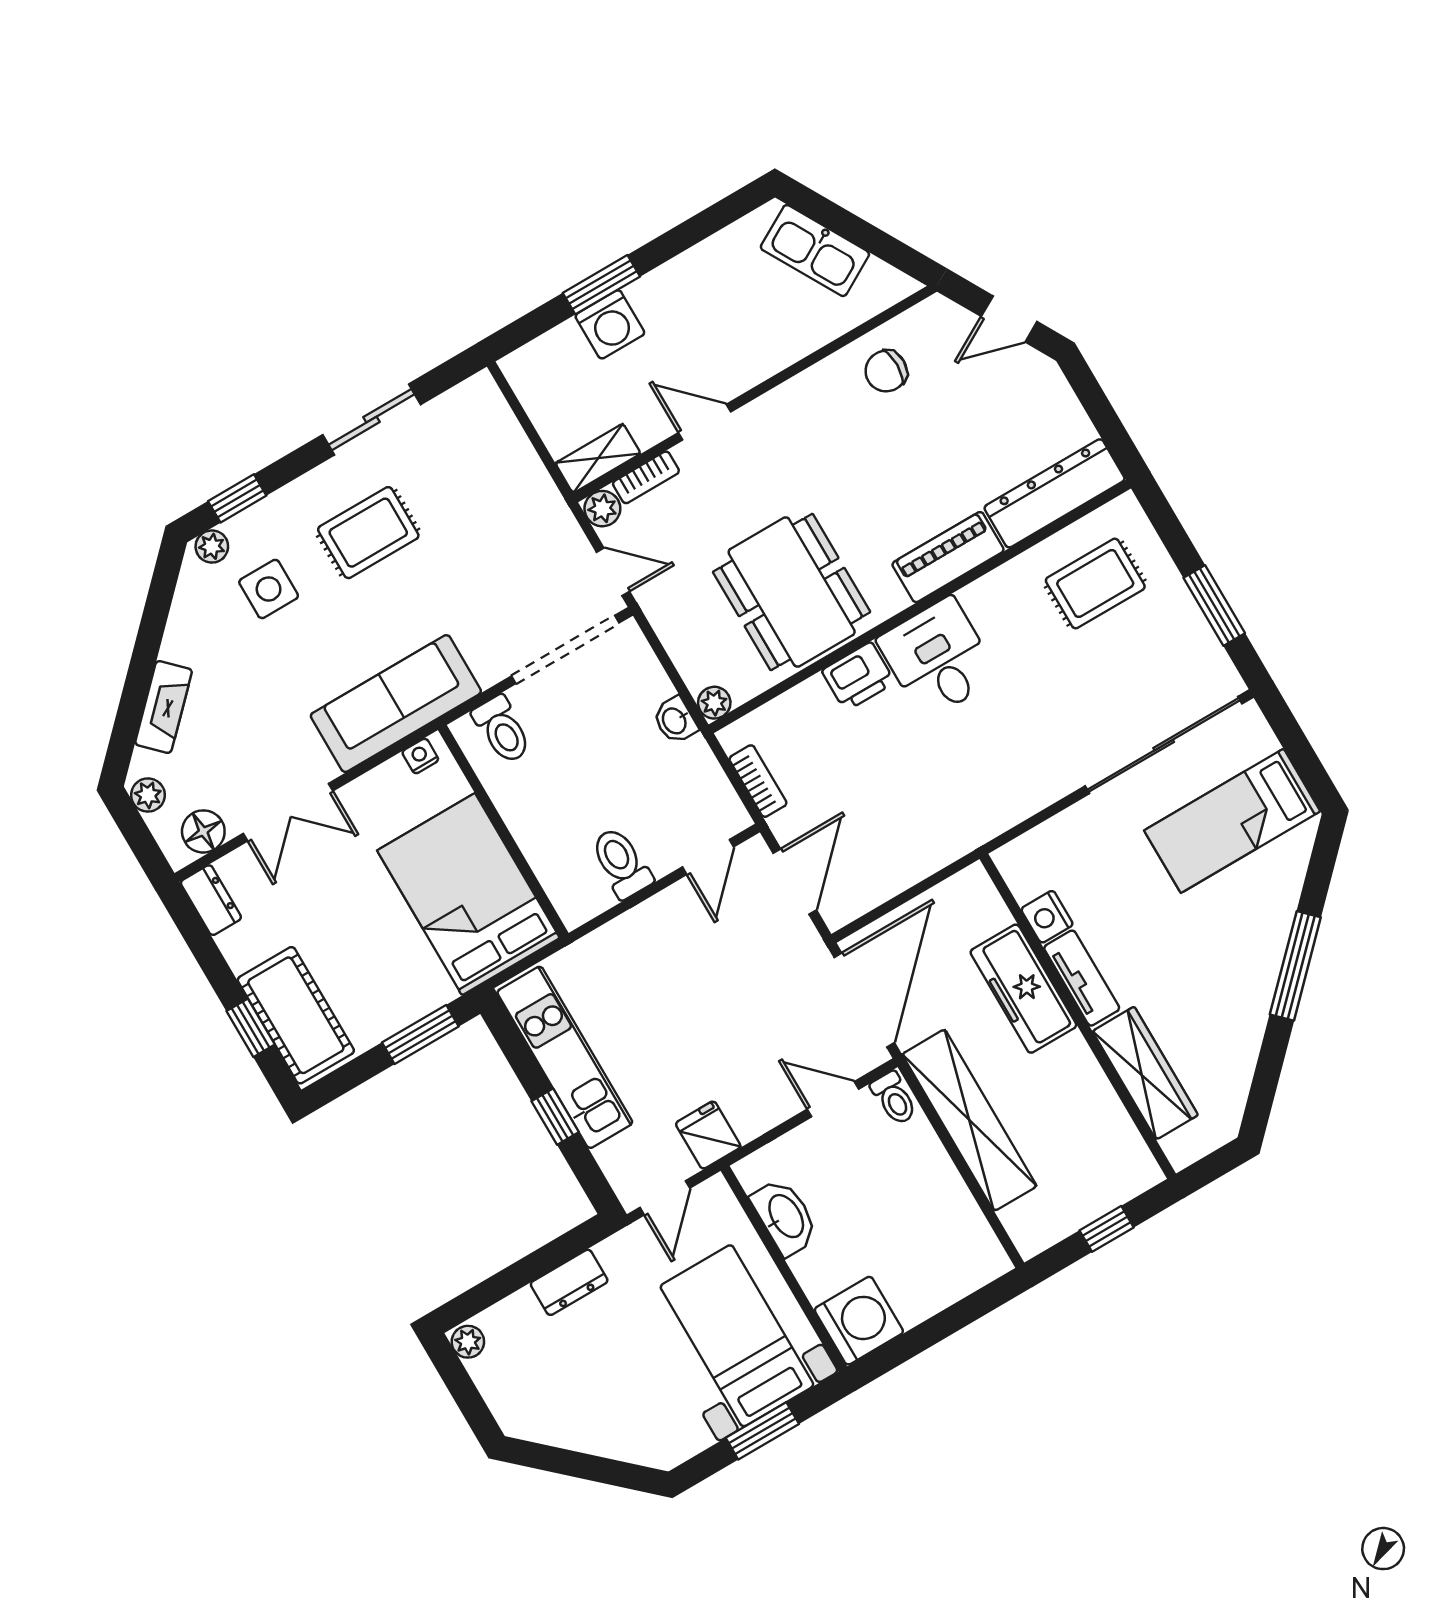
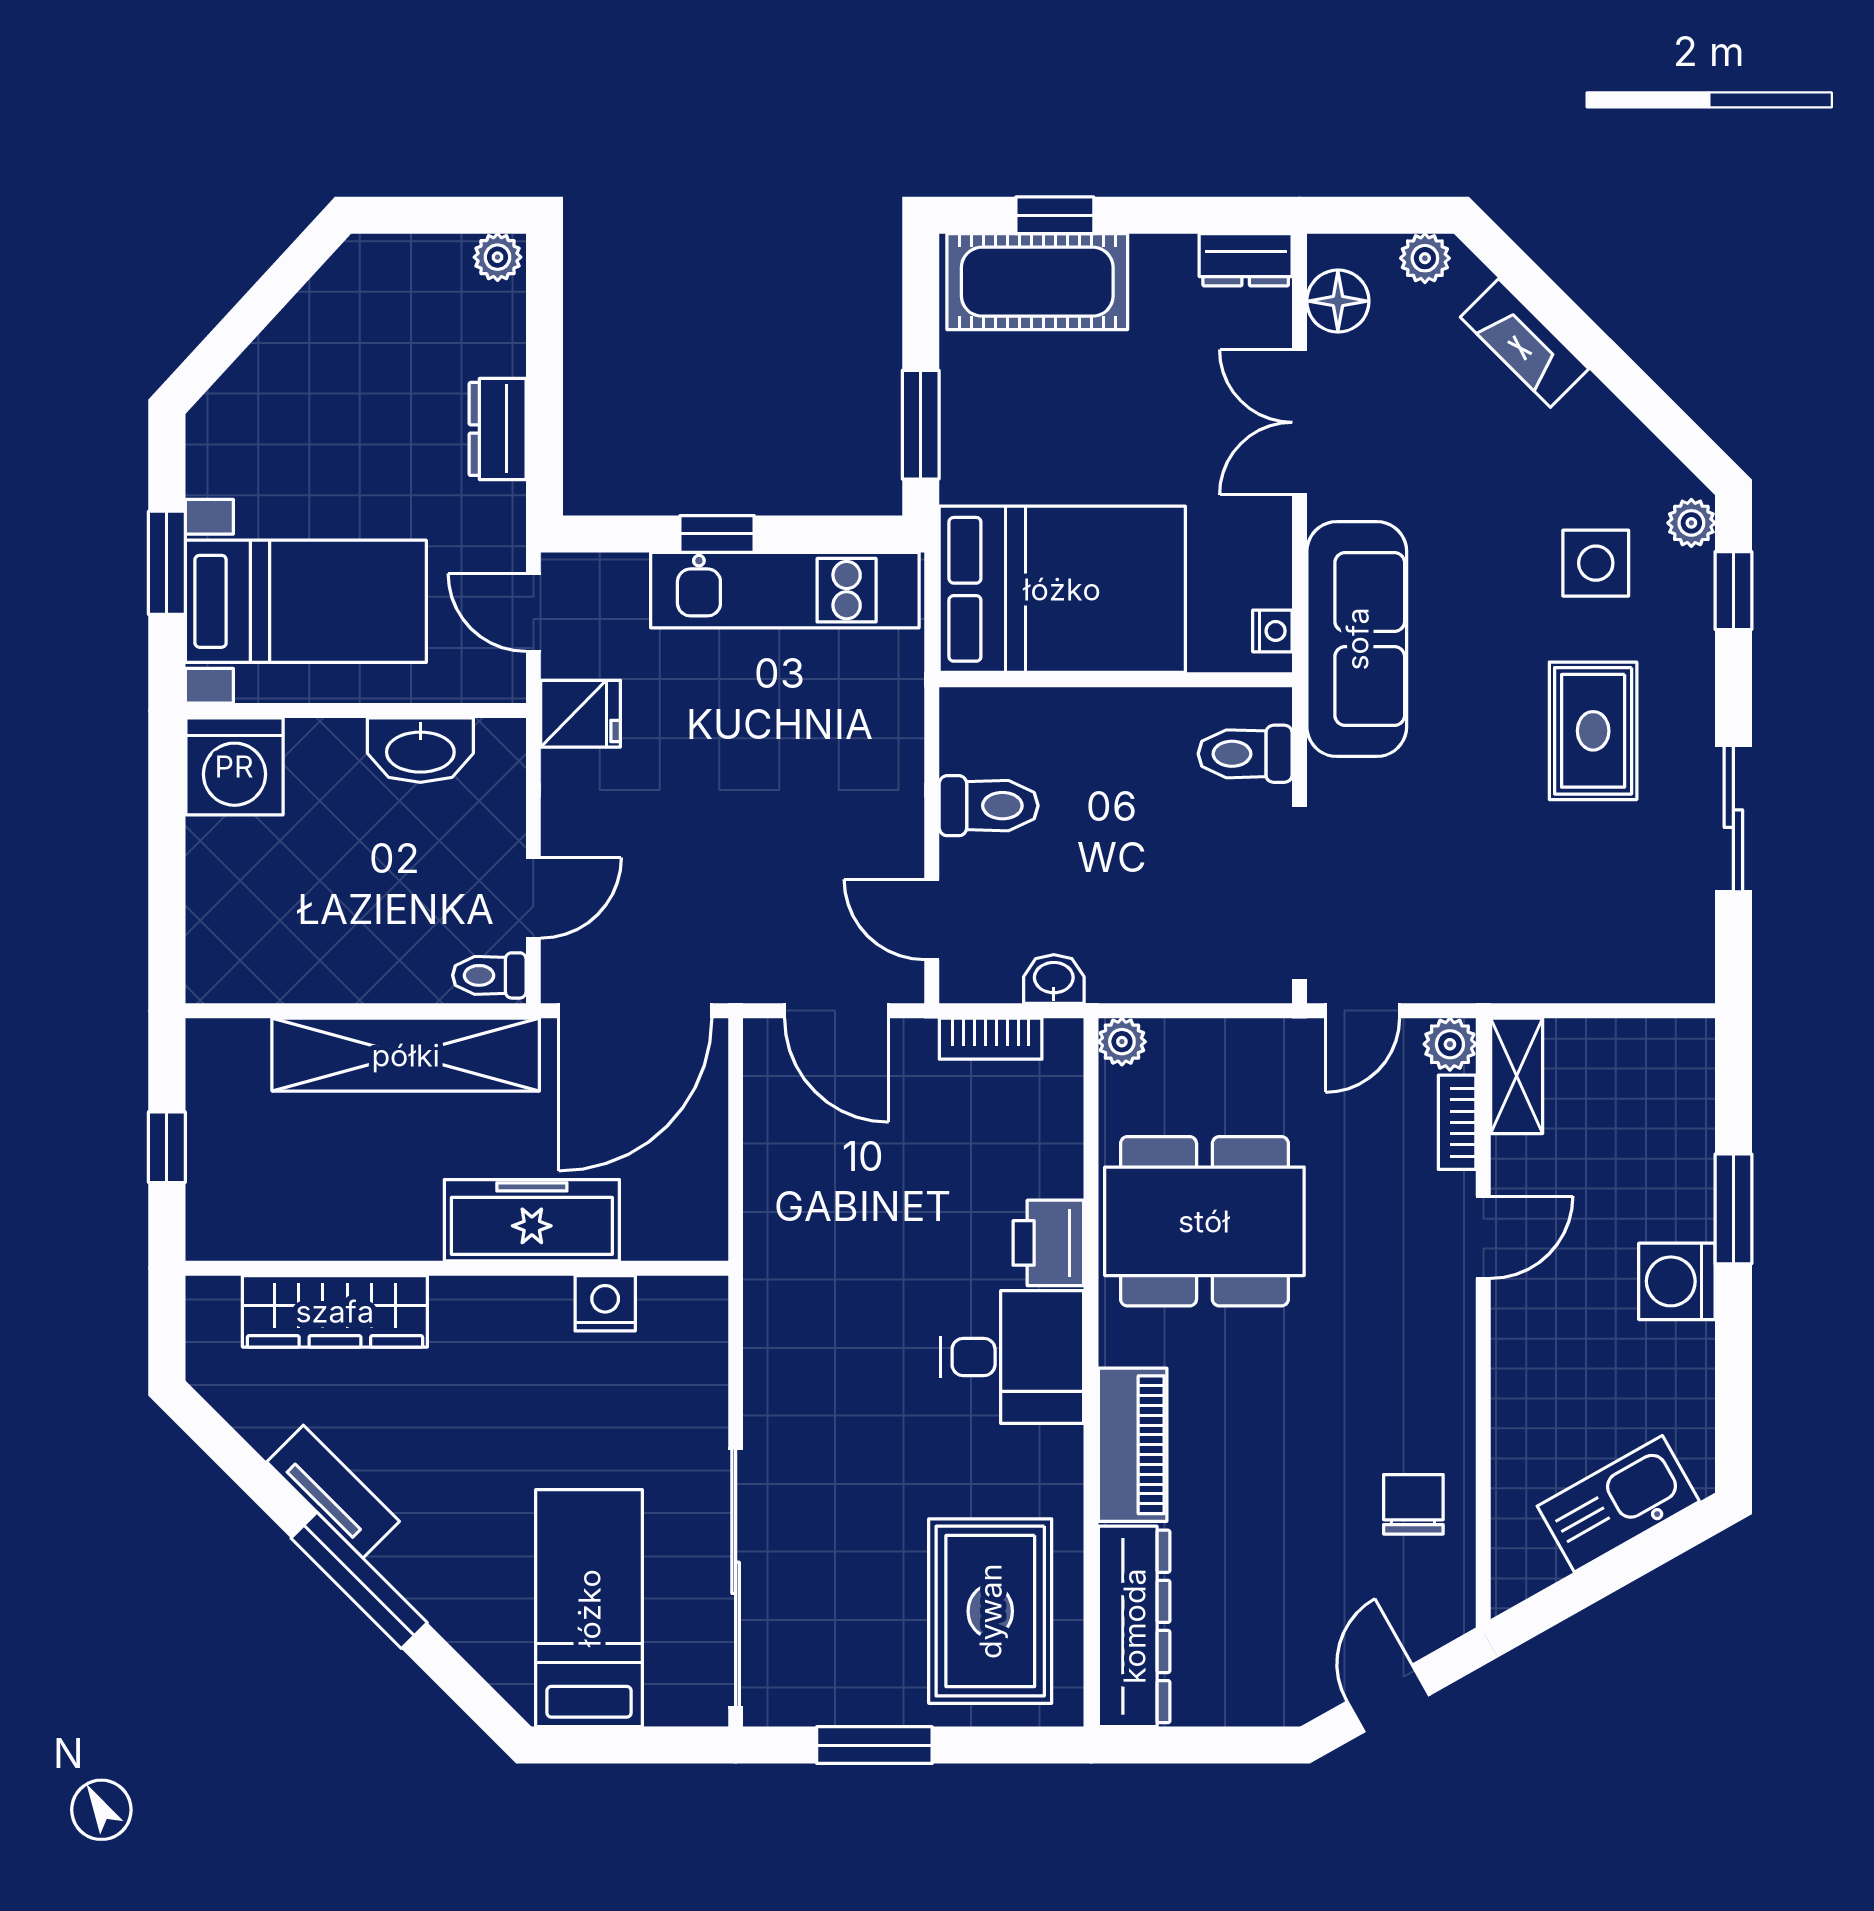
washing machine: (610, 324) -> (1677, 1281), moved
rug: (1095, 583) -> (990, 1611), width x1.36, depth x1.43
washbasin: (675, 720) -> (1054, 979), moved
tv unit: (1082, 978) -> (333, 1492), moved, turned -135
door: (864, 1000) -> (635, 1011), hinge flipped

